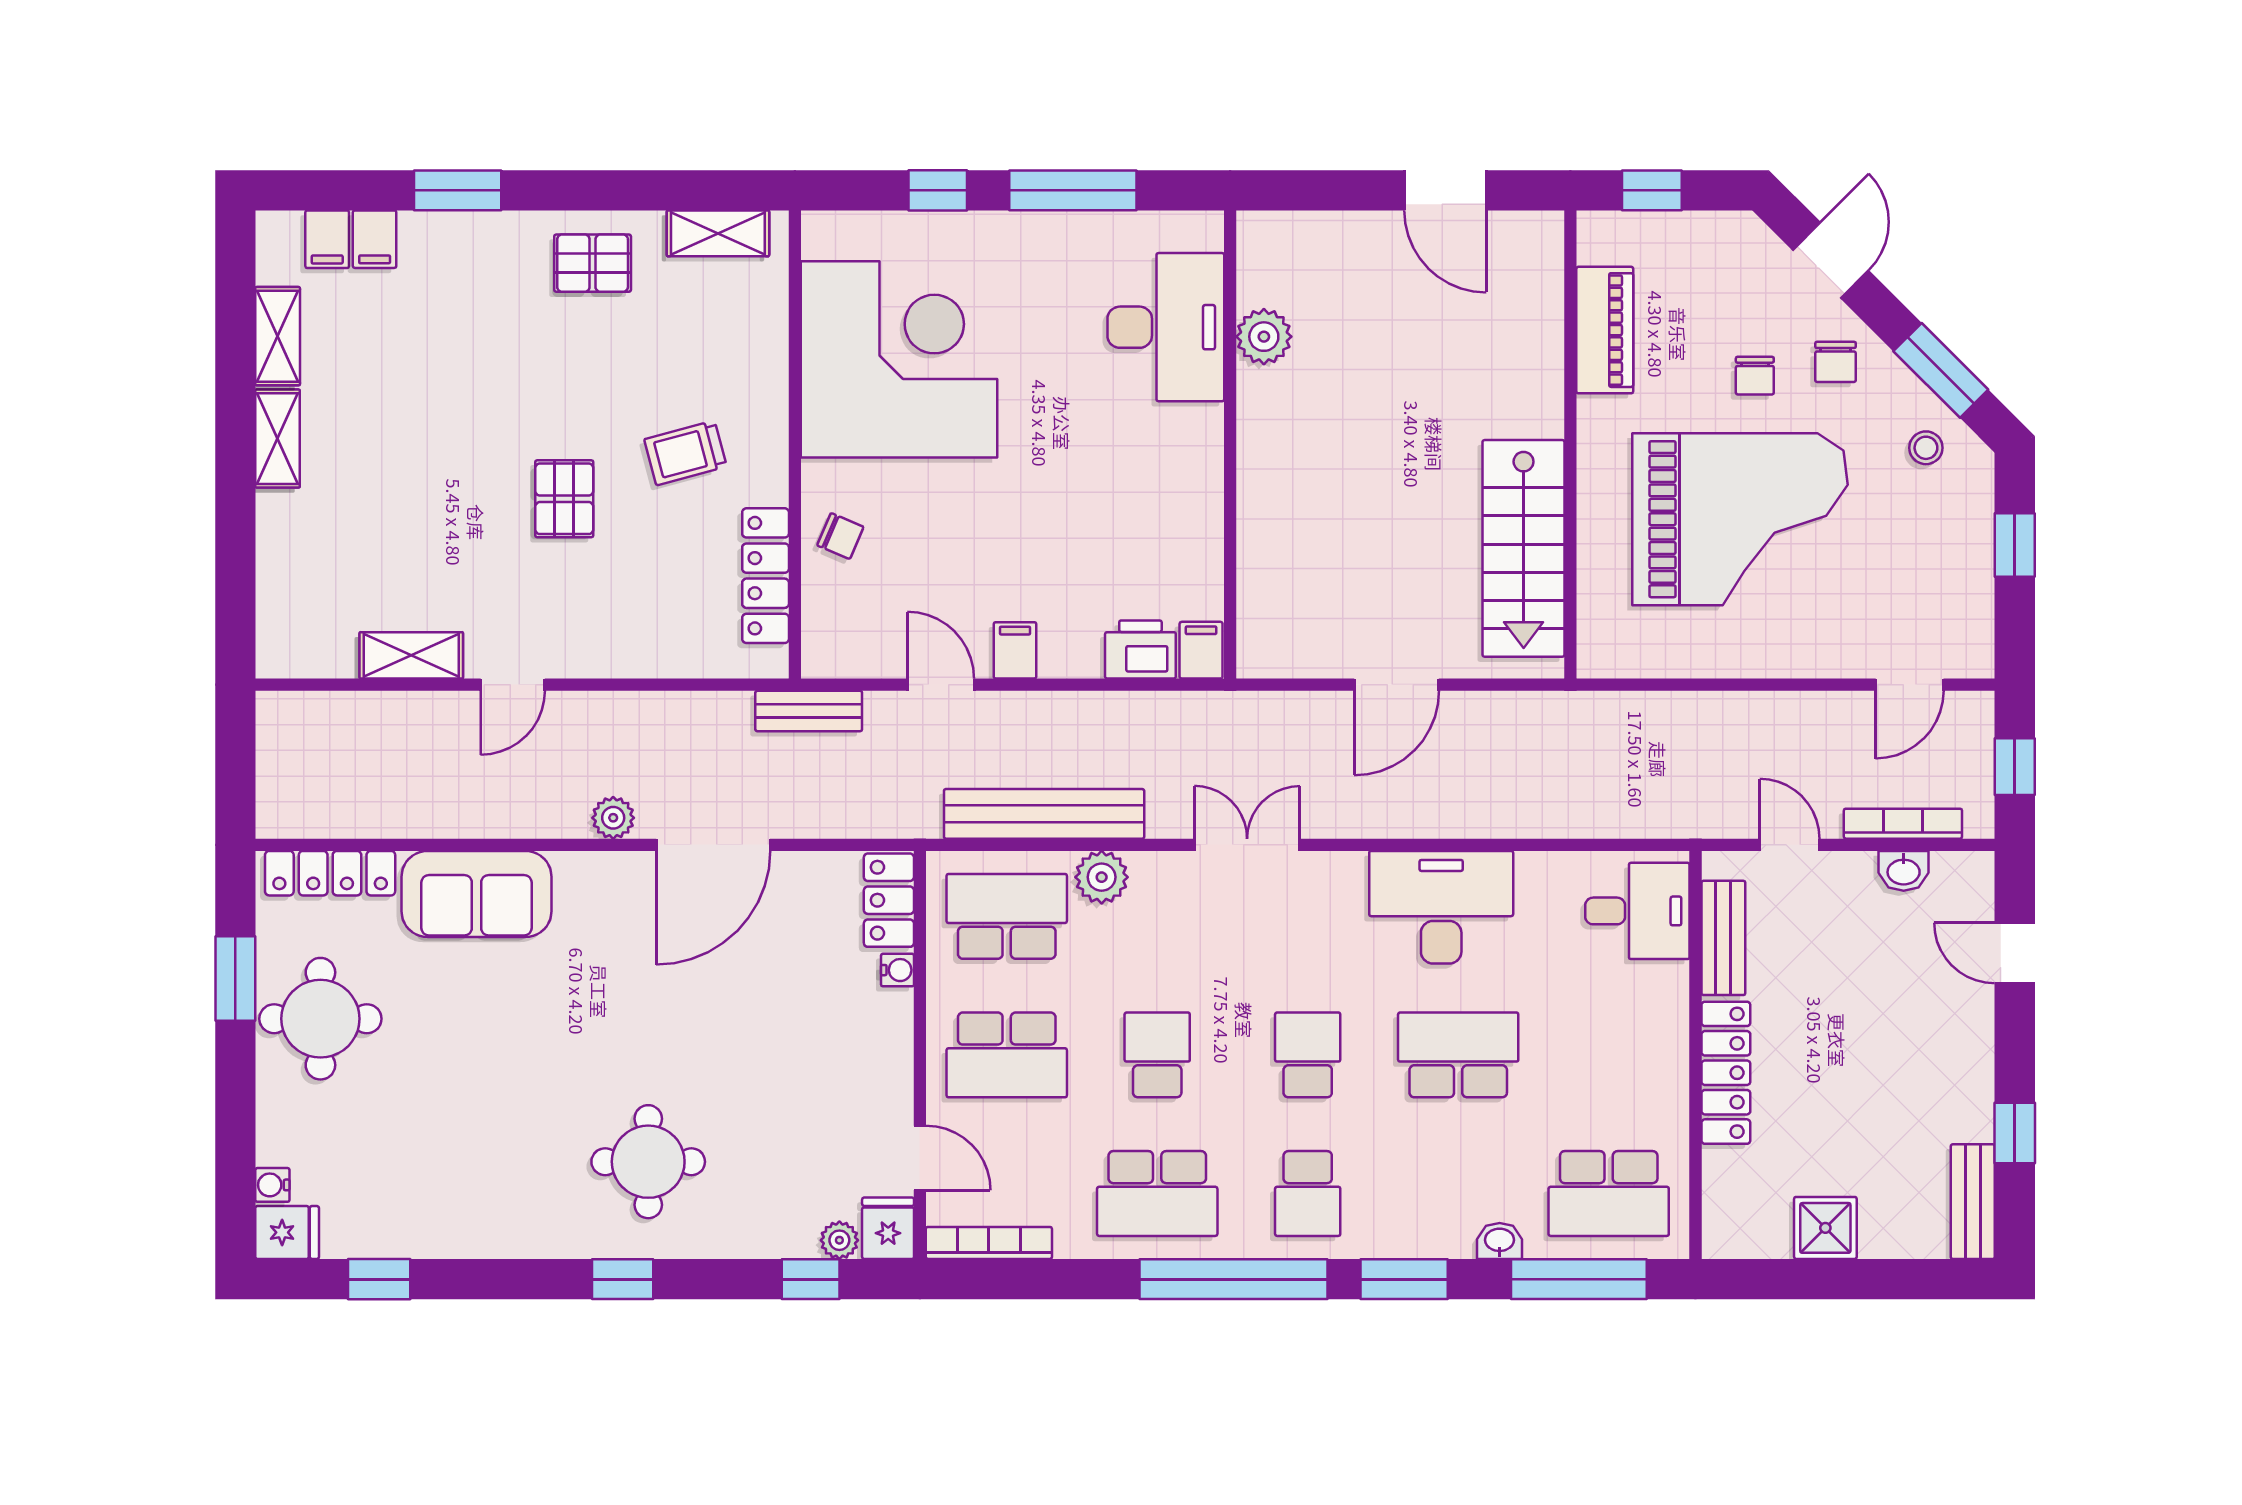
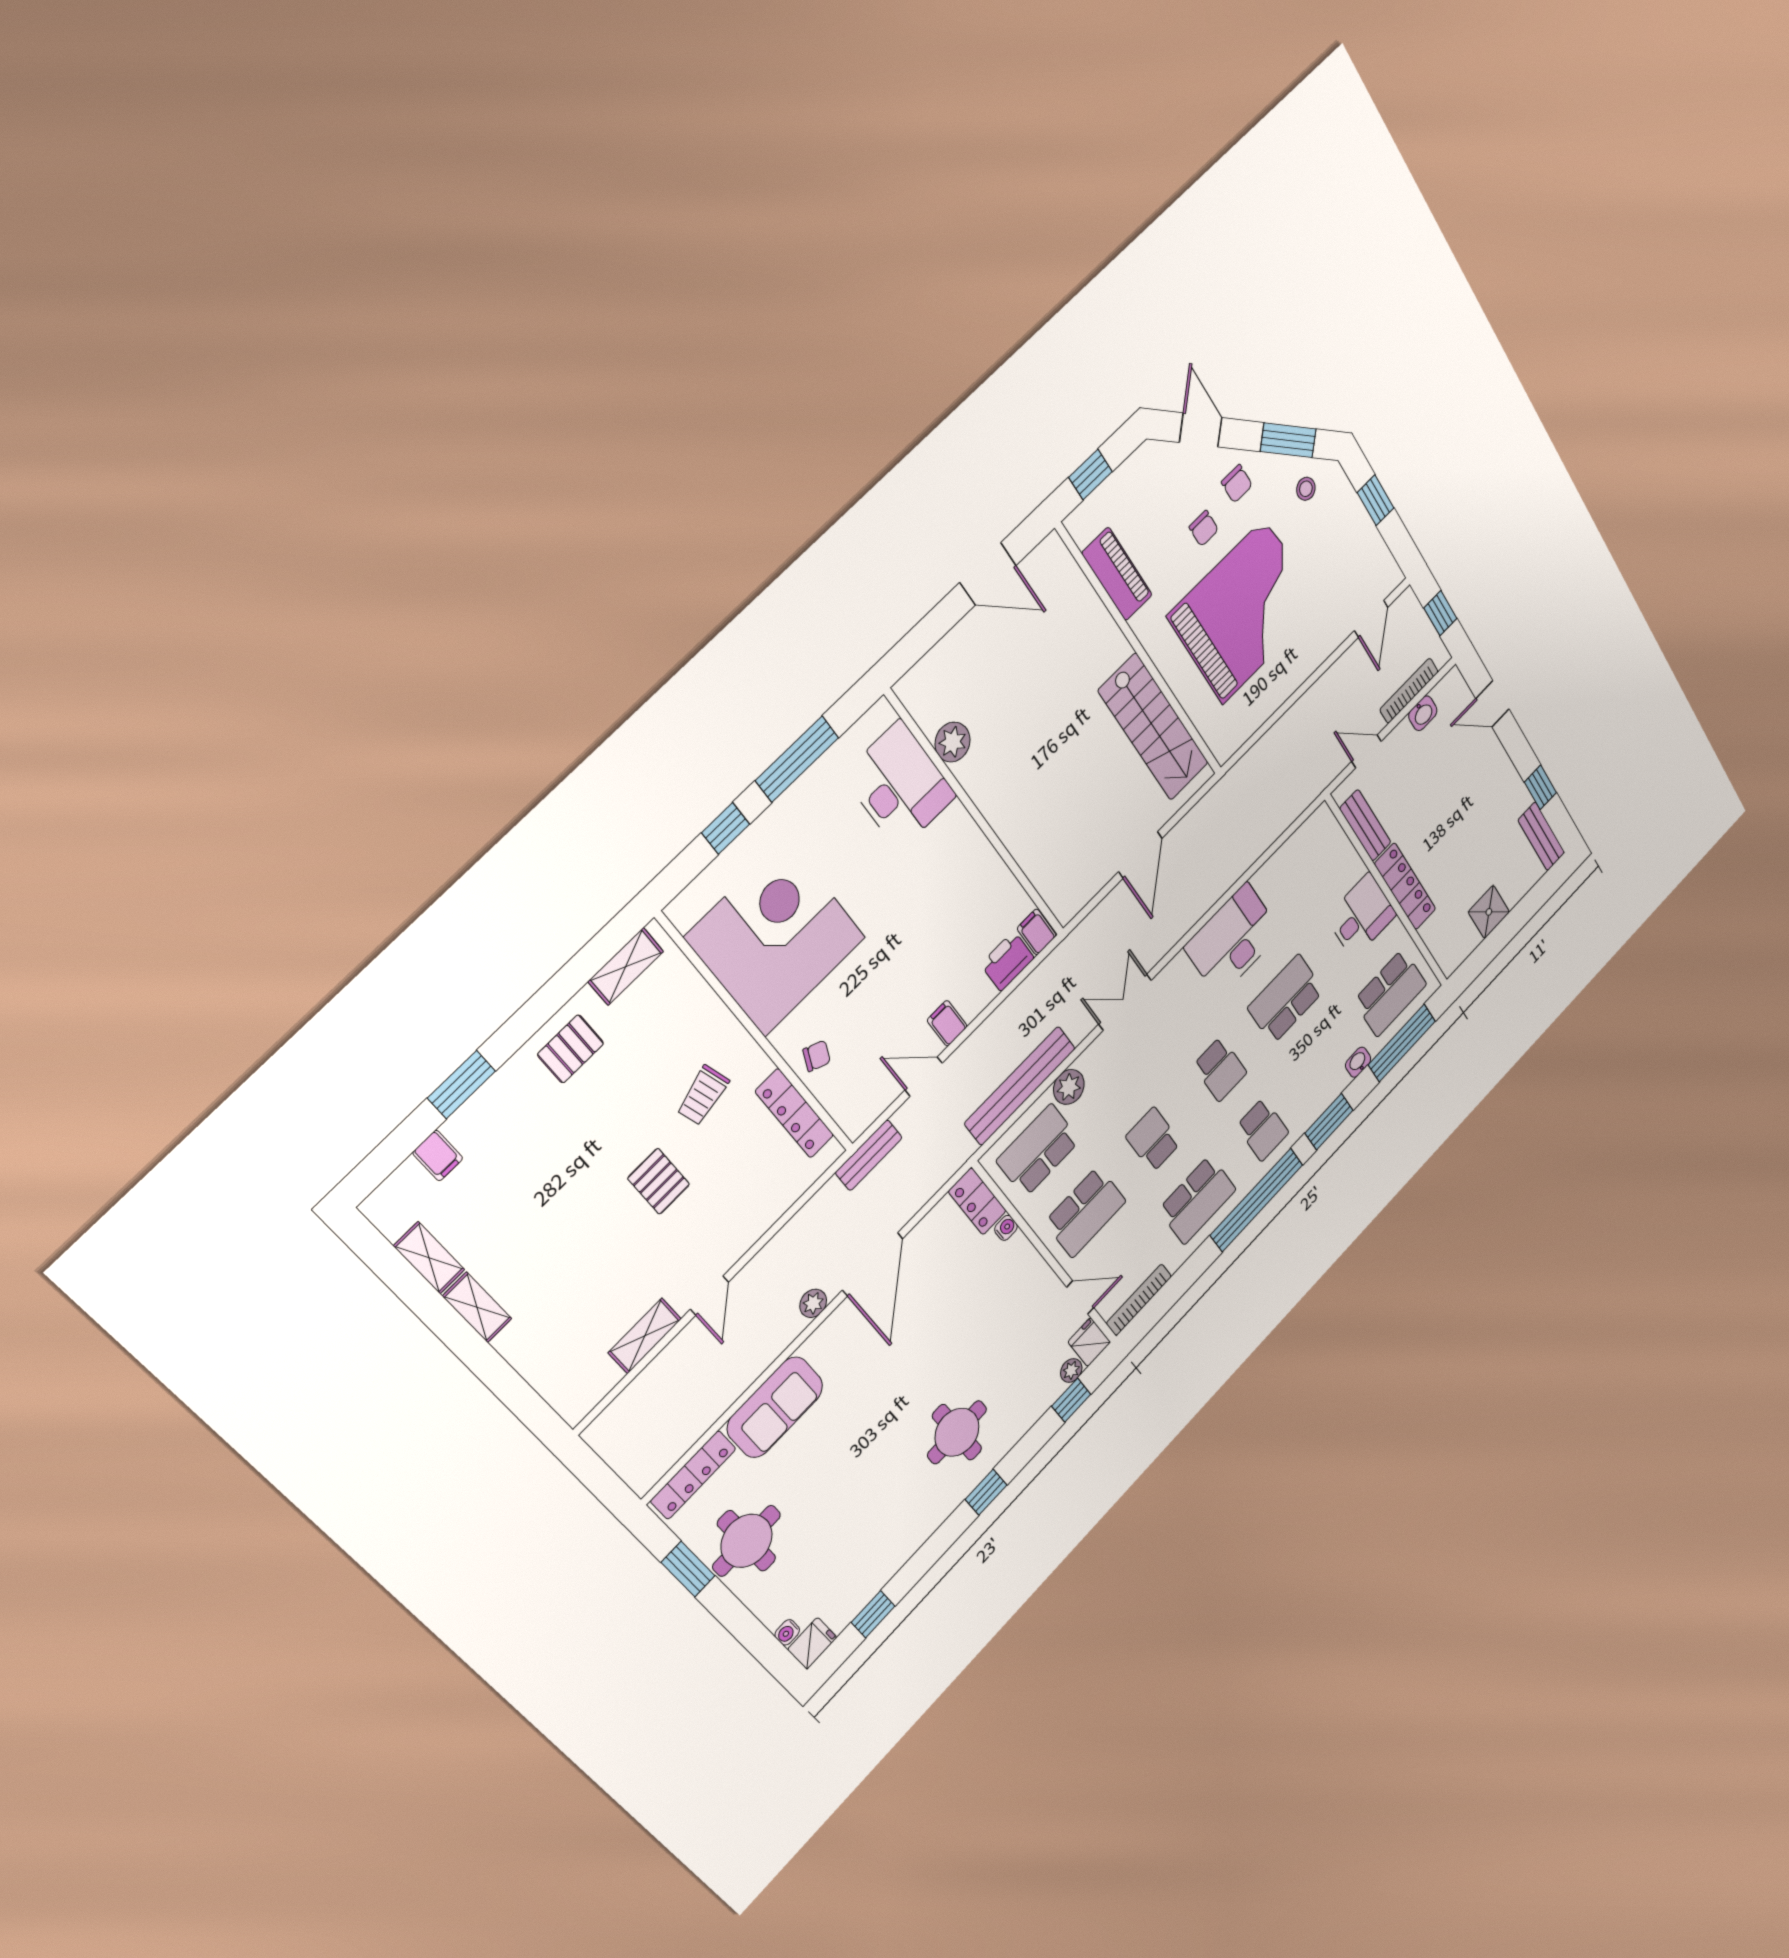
filing cabinet: (327, 239) -> (411, 1182), removed
desk: (1637, 911) -> (1361, 916), moved
school desk: (1308, 1055) -> (1220, 1069), turned 180

